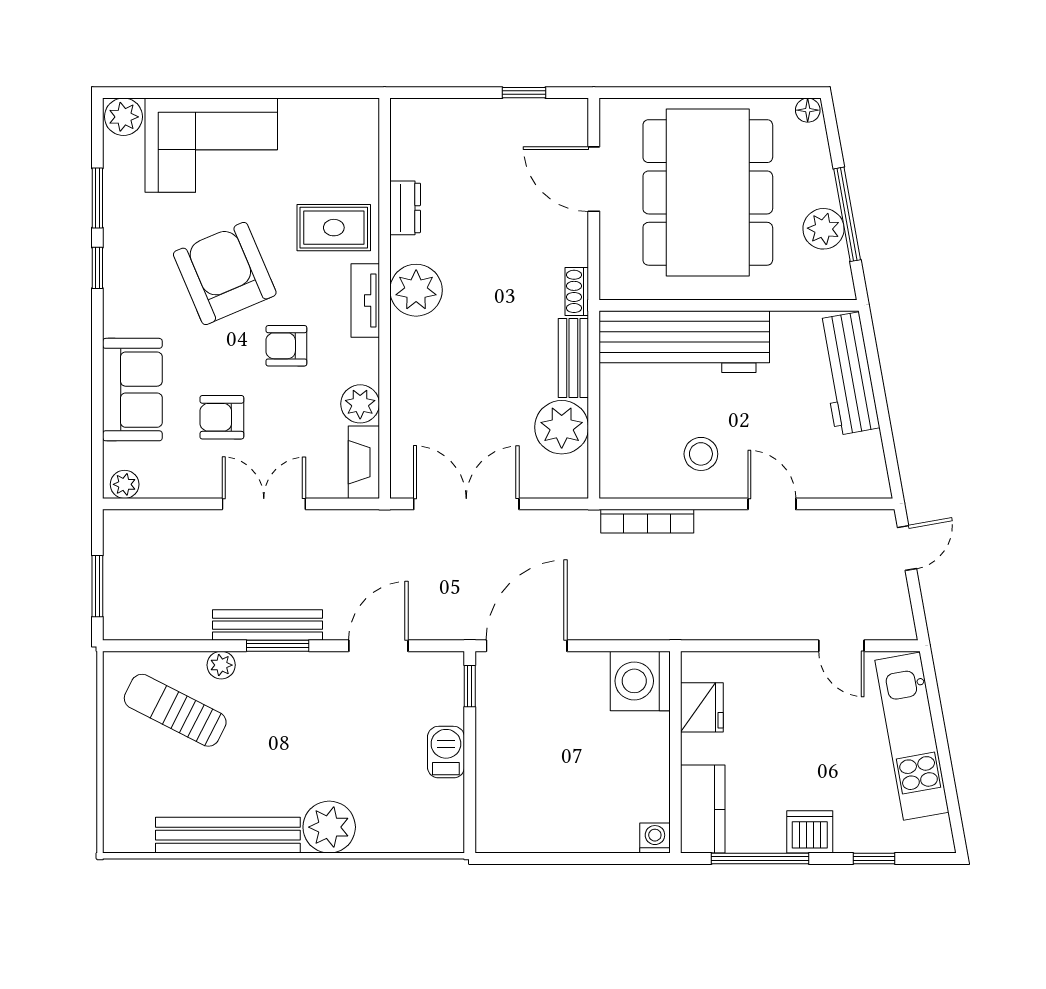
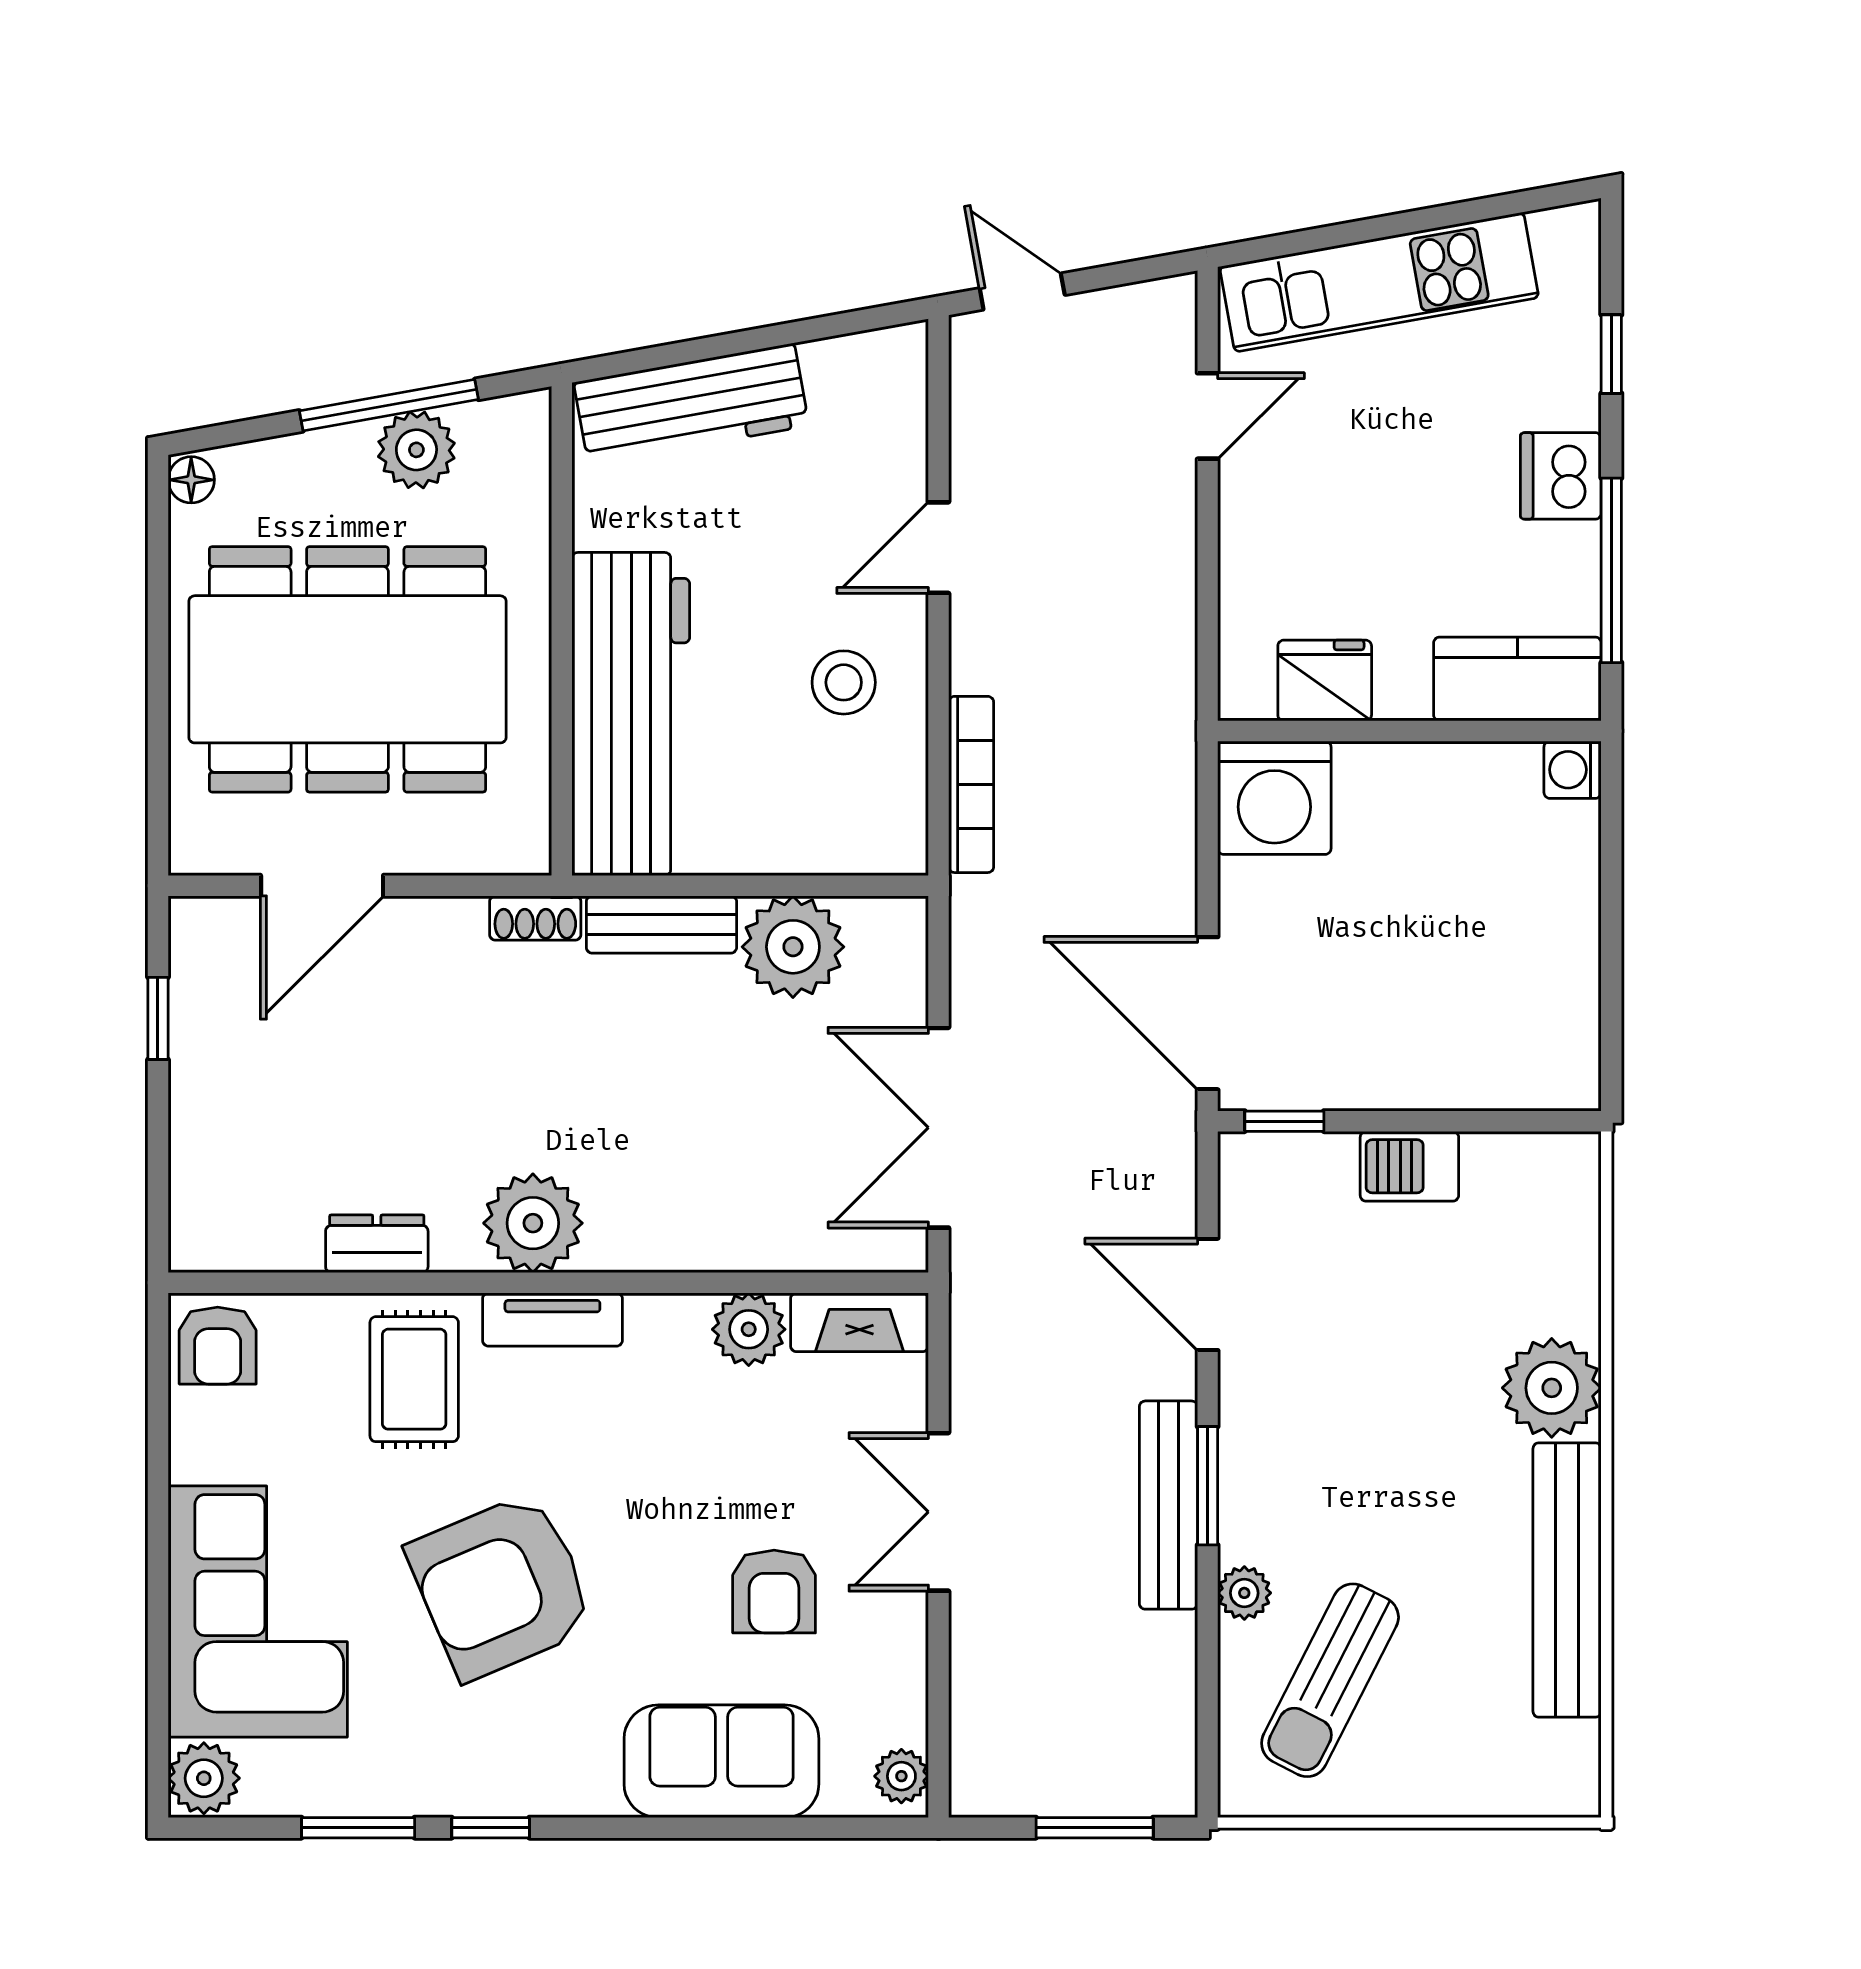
armchair: (286, 346) -> (218, 1346), moved

